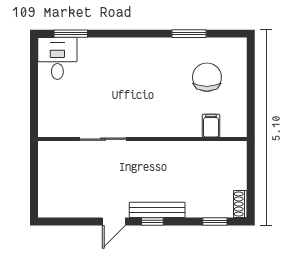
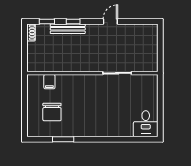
window: (71, 34) -> (137, 139), removed
bench: (157, 210) -> (68, 29), moved
window: (152, 222) -> (73, 21), moved

